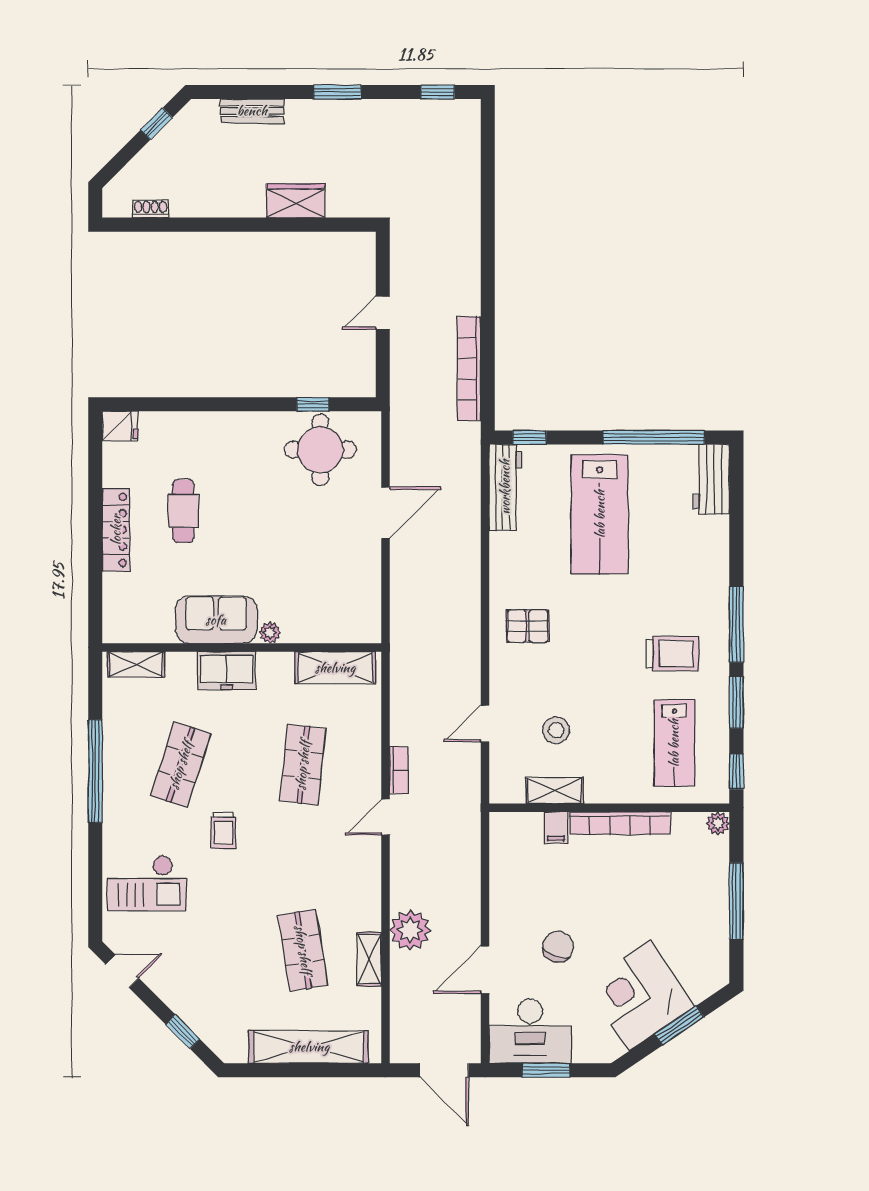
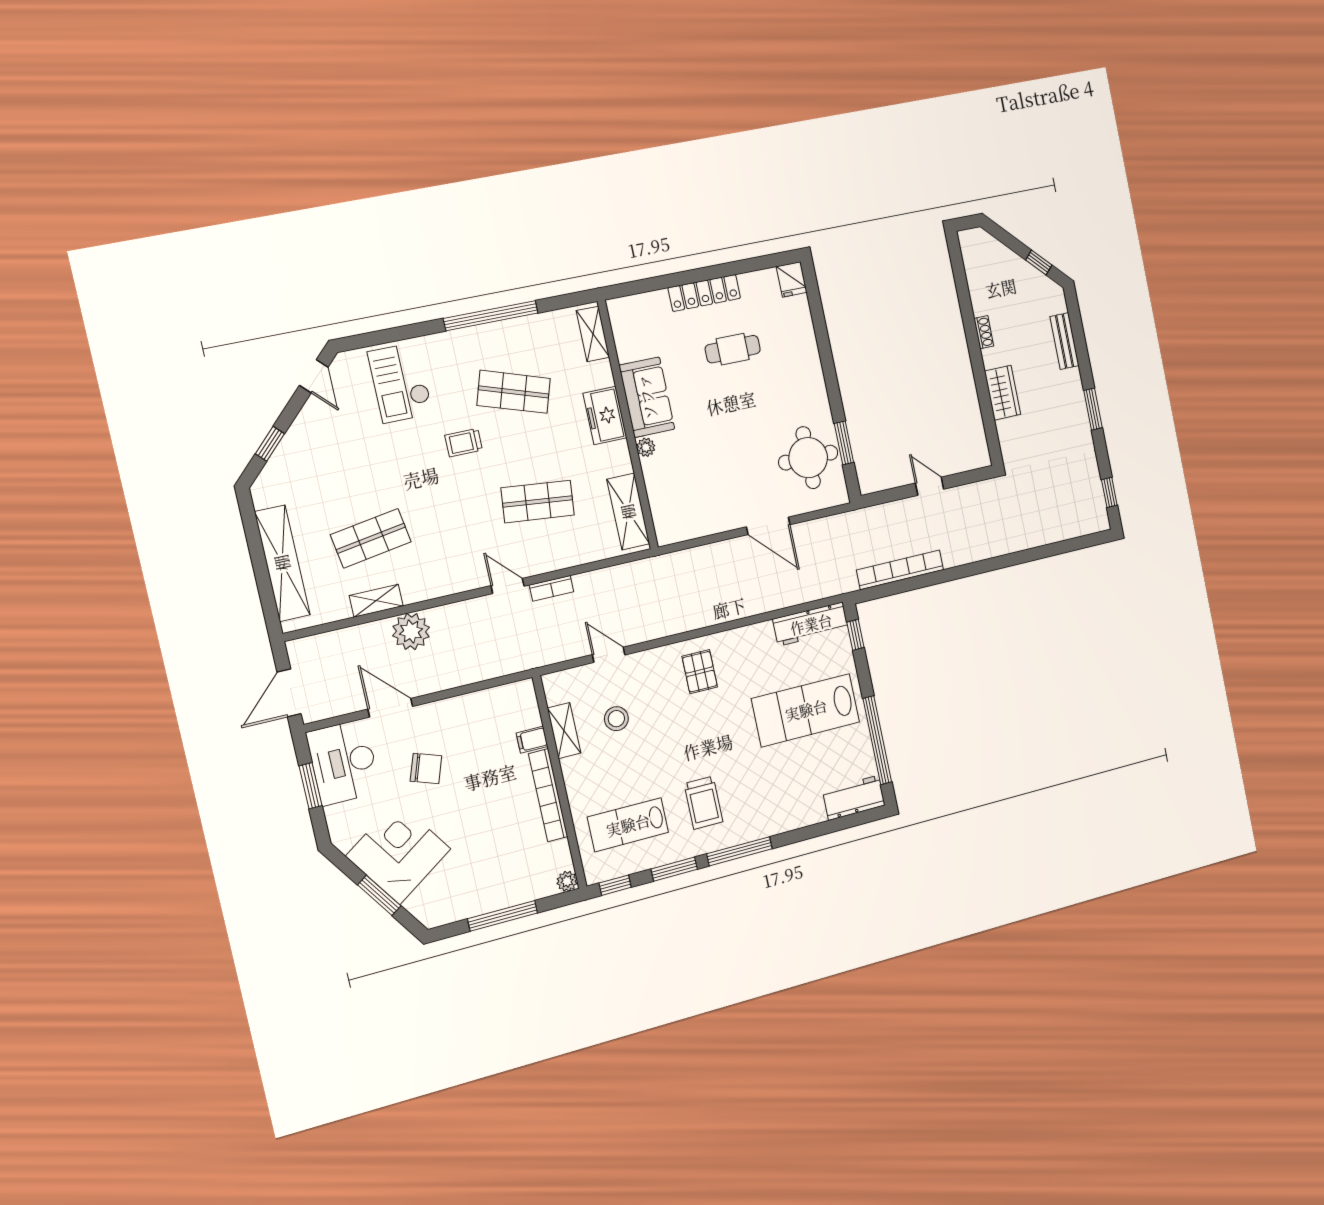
shoe rack: (150, 209) -> (984, 332), moved
window: (313, 404) -> (844, 443), width x1.50

